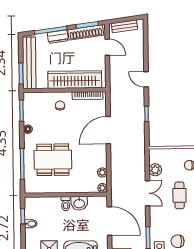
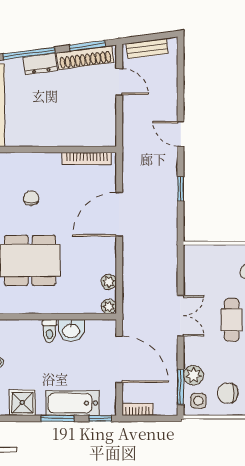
wardrobe: (75, 80) -> (67, 133), removed
chair: (60, 105) -> (31, 198), moved
plant: (155, 170) -> (193, 375), moved

